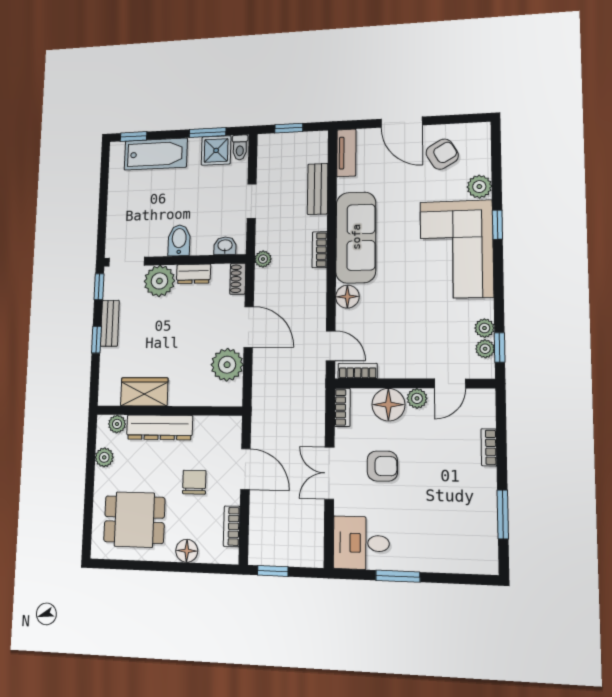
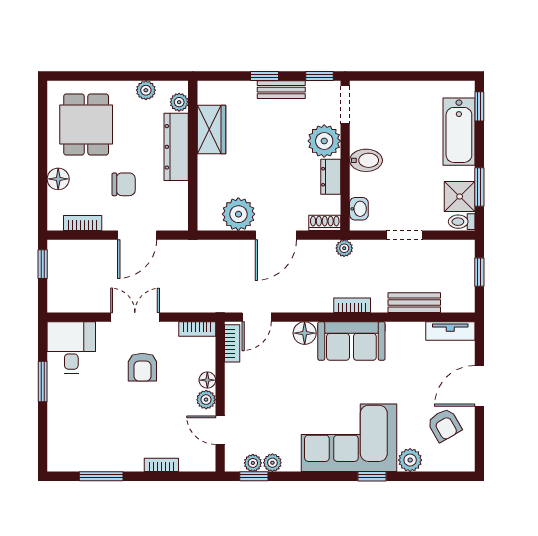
sofa: (356, 237) -> (351, 341), width x0.73
floor lamp: (388, 405) -> (207, 380), width x0.53, depth x0.53

